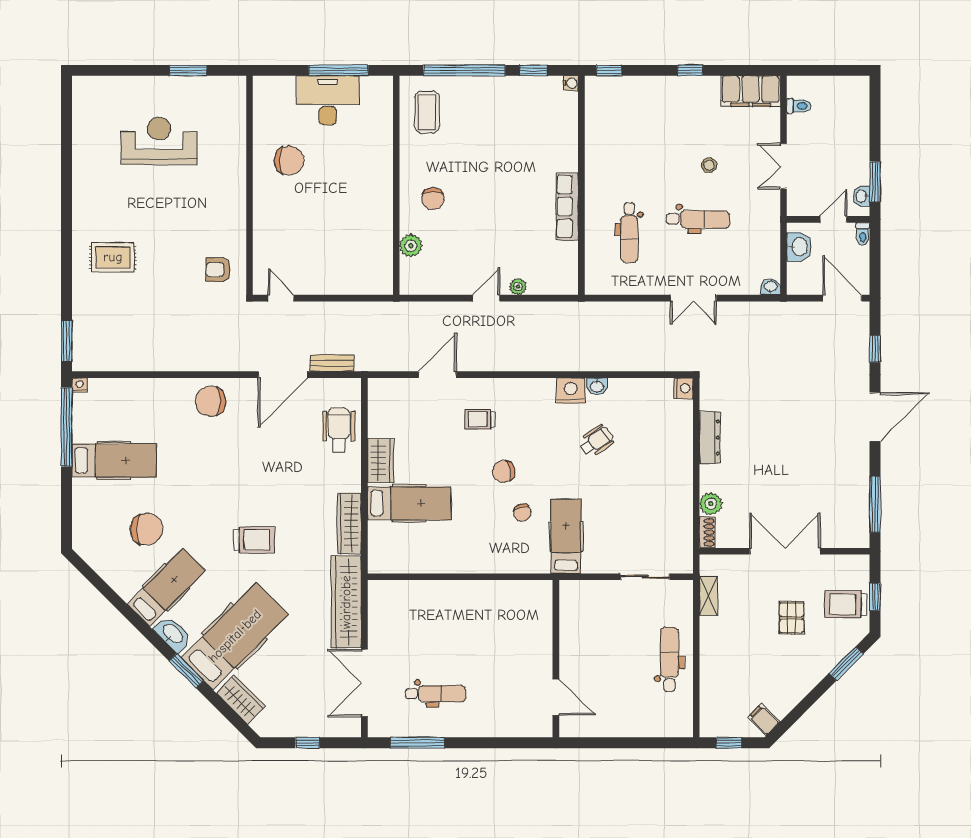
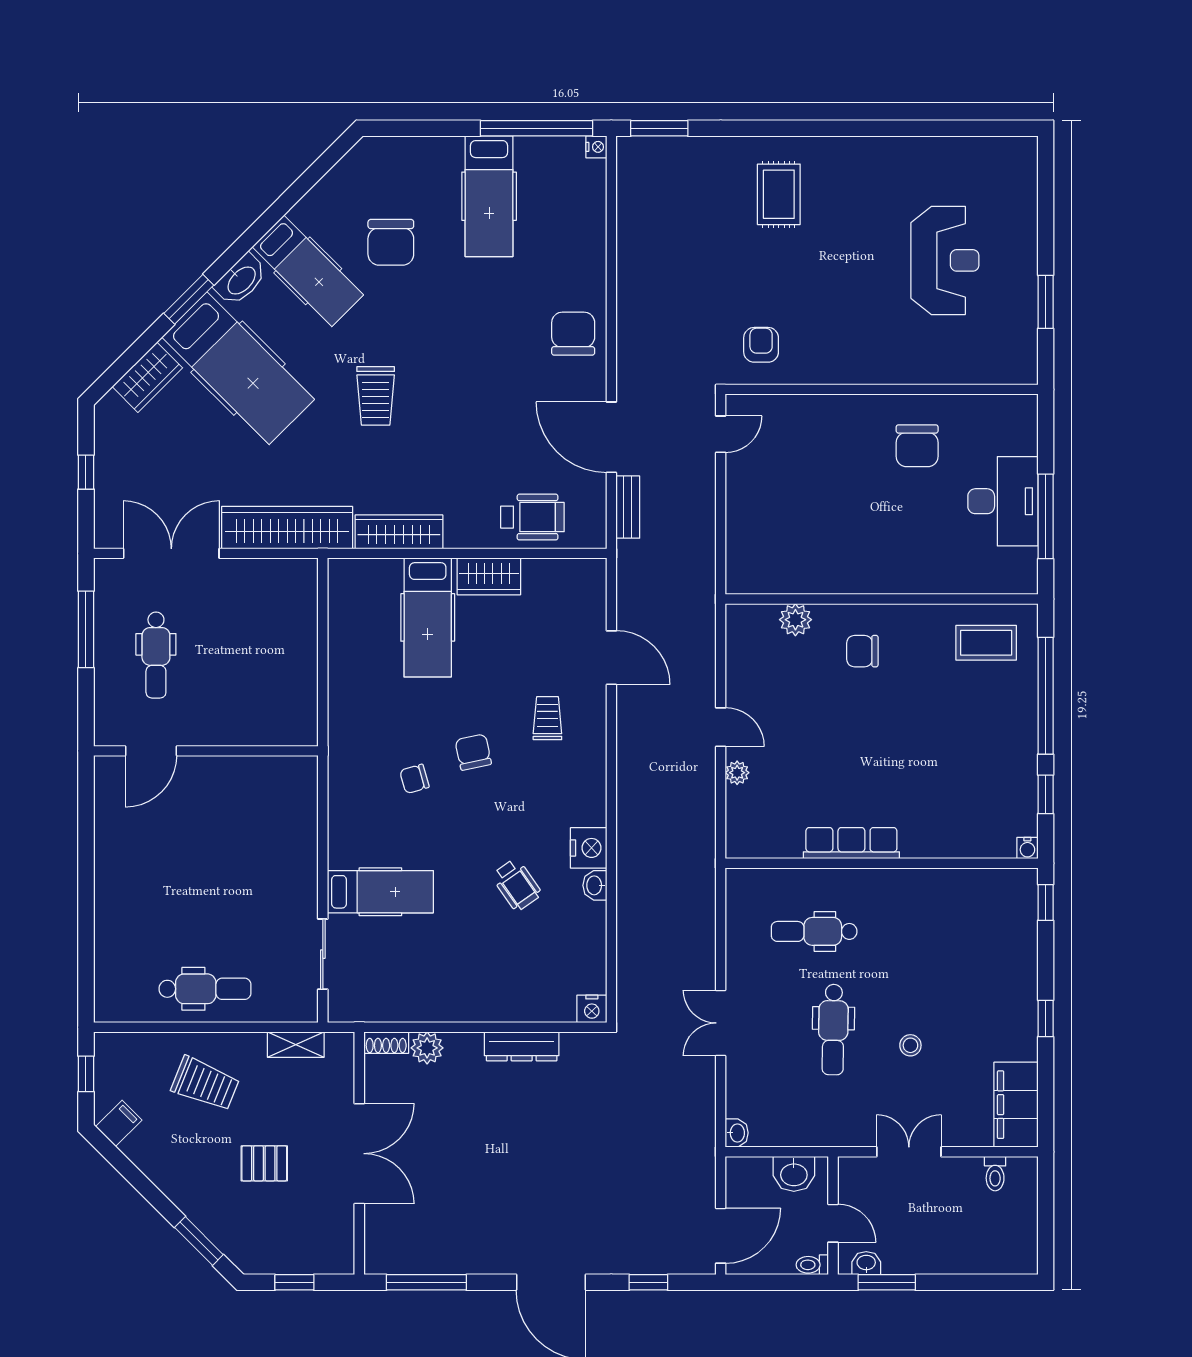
hospital bed: (566, 536) -> (380, 892), moved
trolley: (846, 604) -> (205, 1084), moved, turned 112
wall: (556, 659) -> (206, 751), moved
door: (556, 697) -> (151, 751), moved

